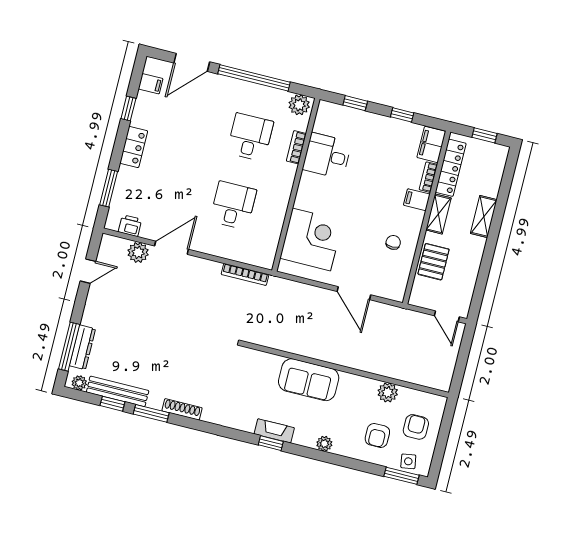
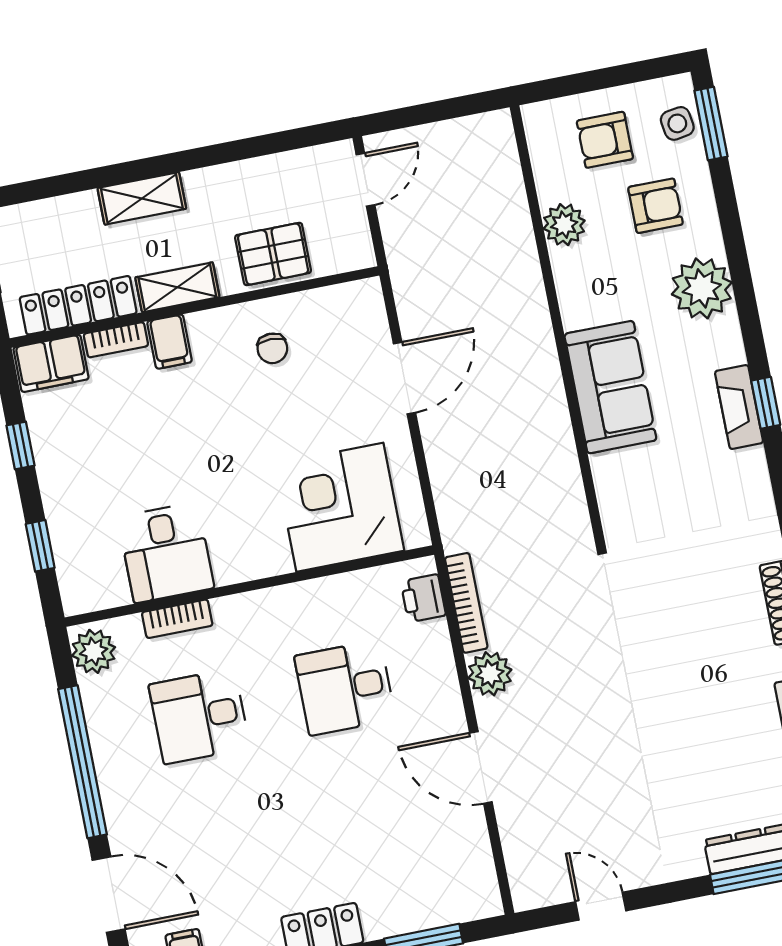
printer: (130, 226) -> (423, 598), moved
chair: (393, 242) -> (272, 348), turned -90
plant: (138, 252) -> (490, 674), moved
plant: (324, 444) -> (702, 288), width x1.88, depth x1.88

